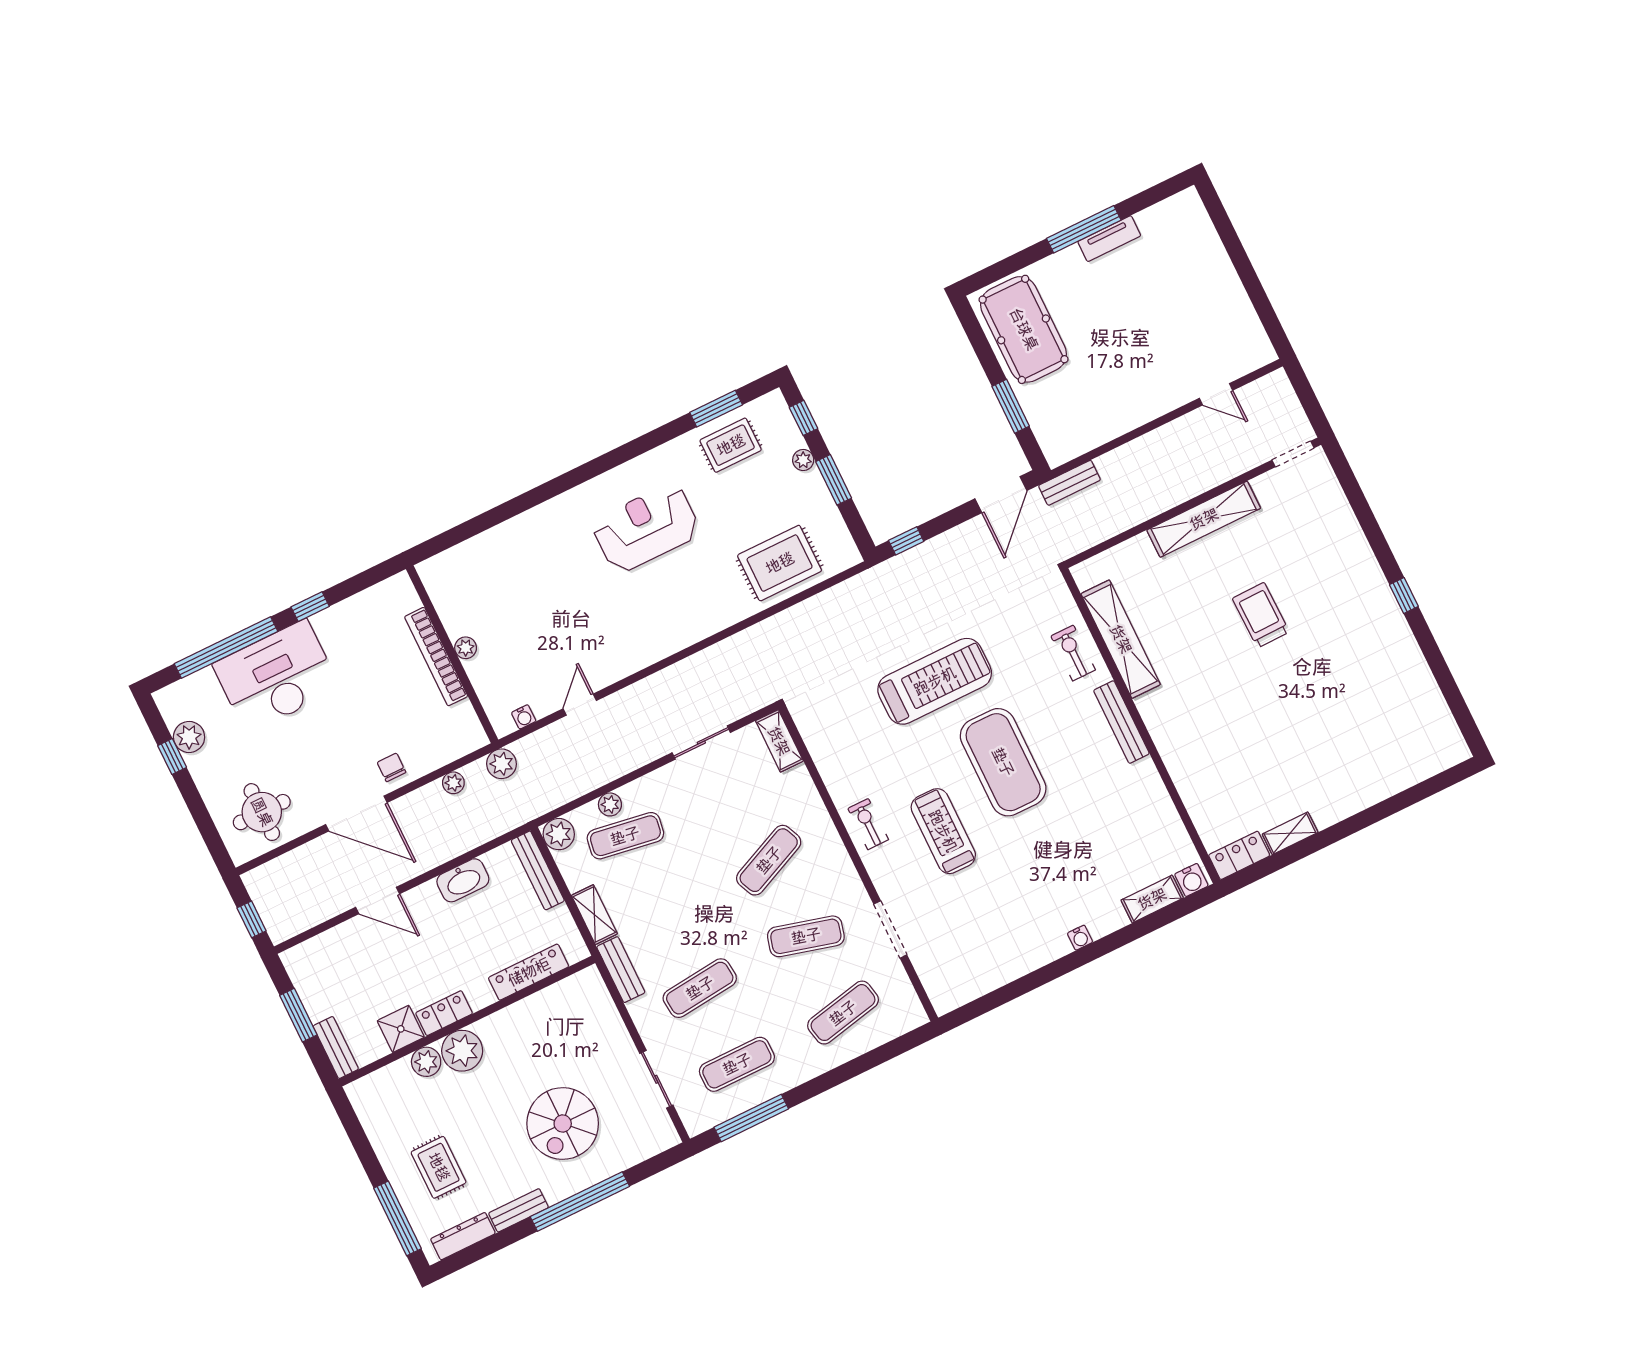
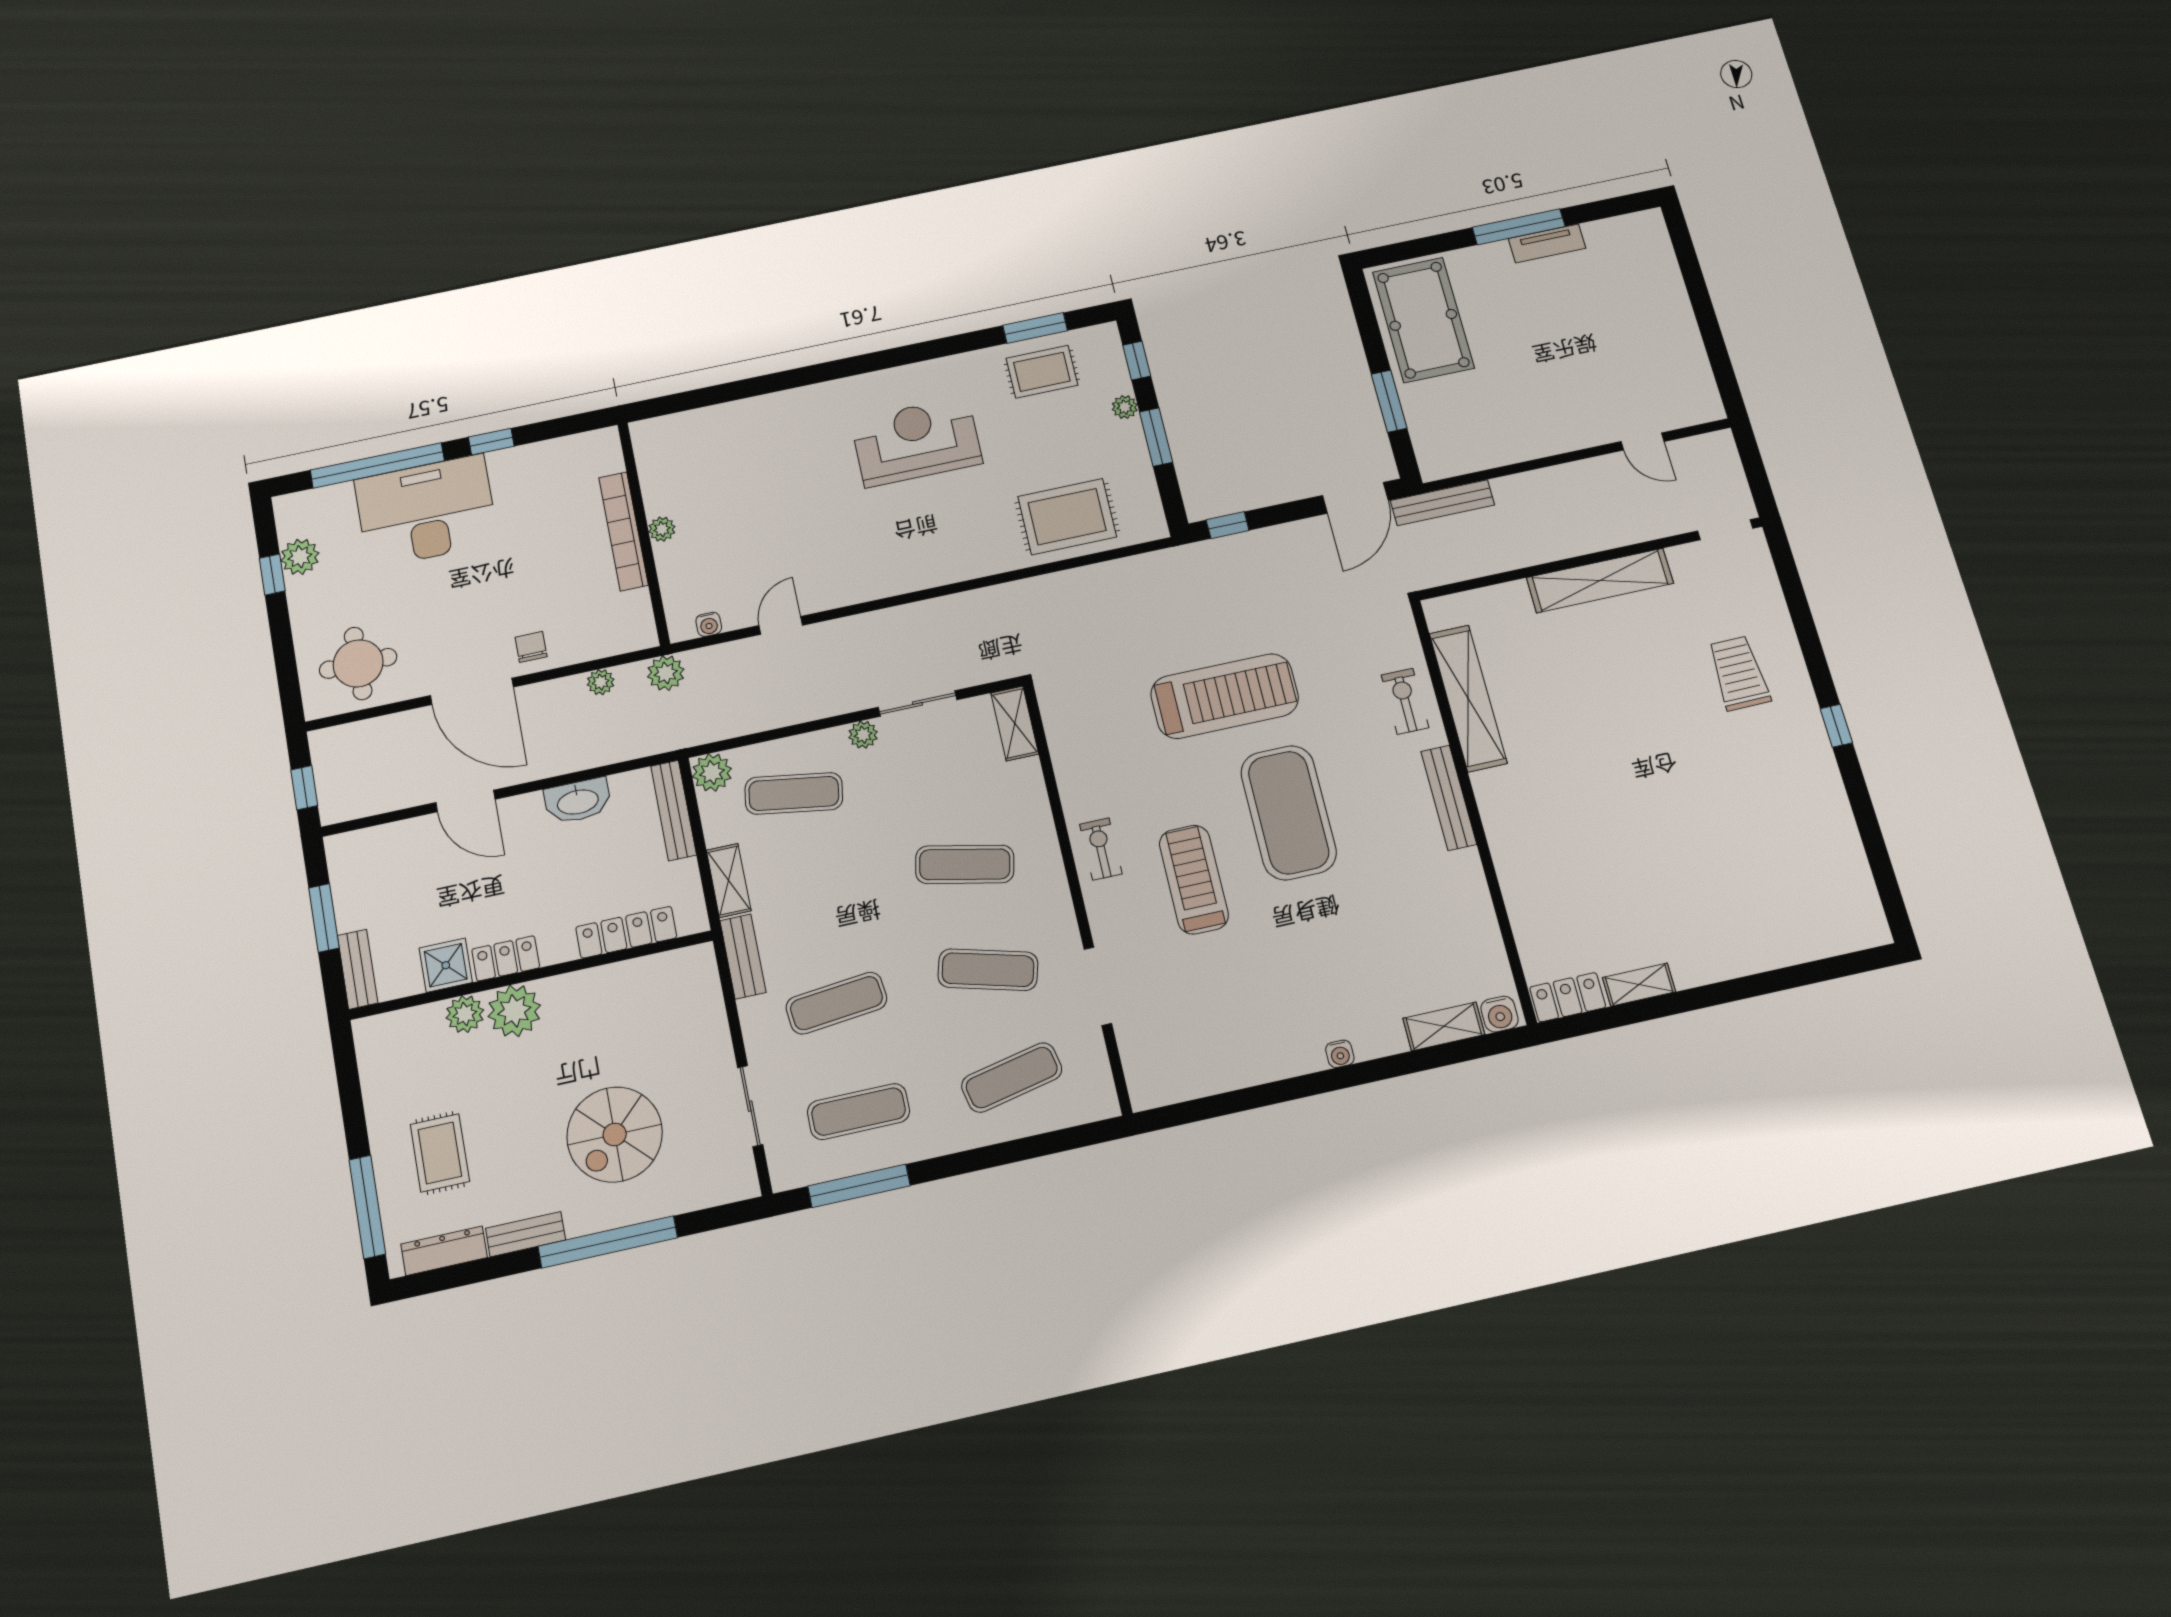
bench: (1069, 483) -> (1442, 503), width x1.36
trolley: (1261, 615) -> (1739, 673), moved
plant: (610, 804) -> (863, 735), moved
exercise mat: (769, 860) -> (965, 864), turned 36

